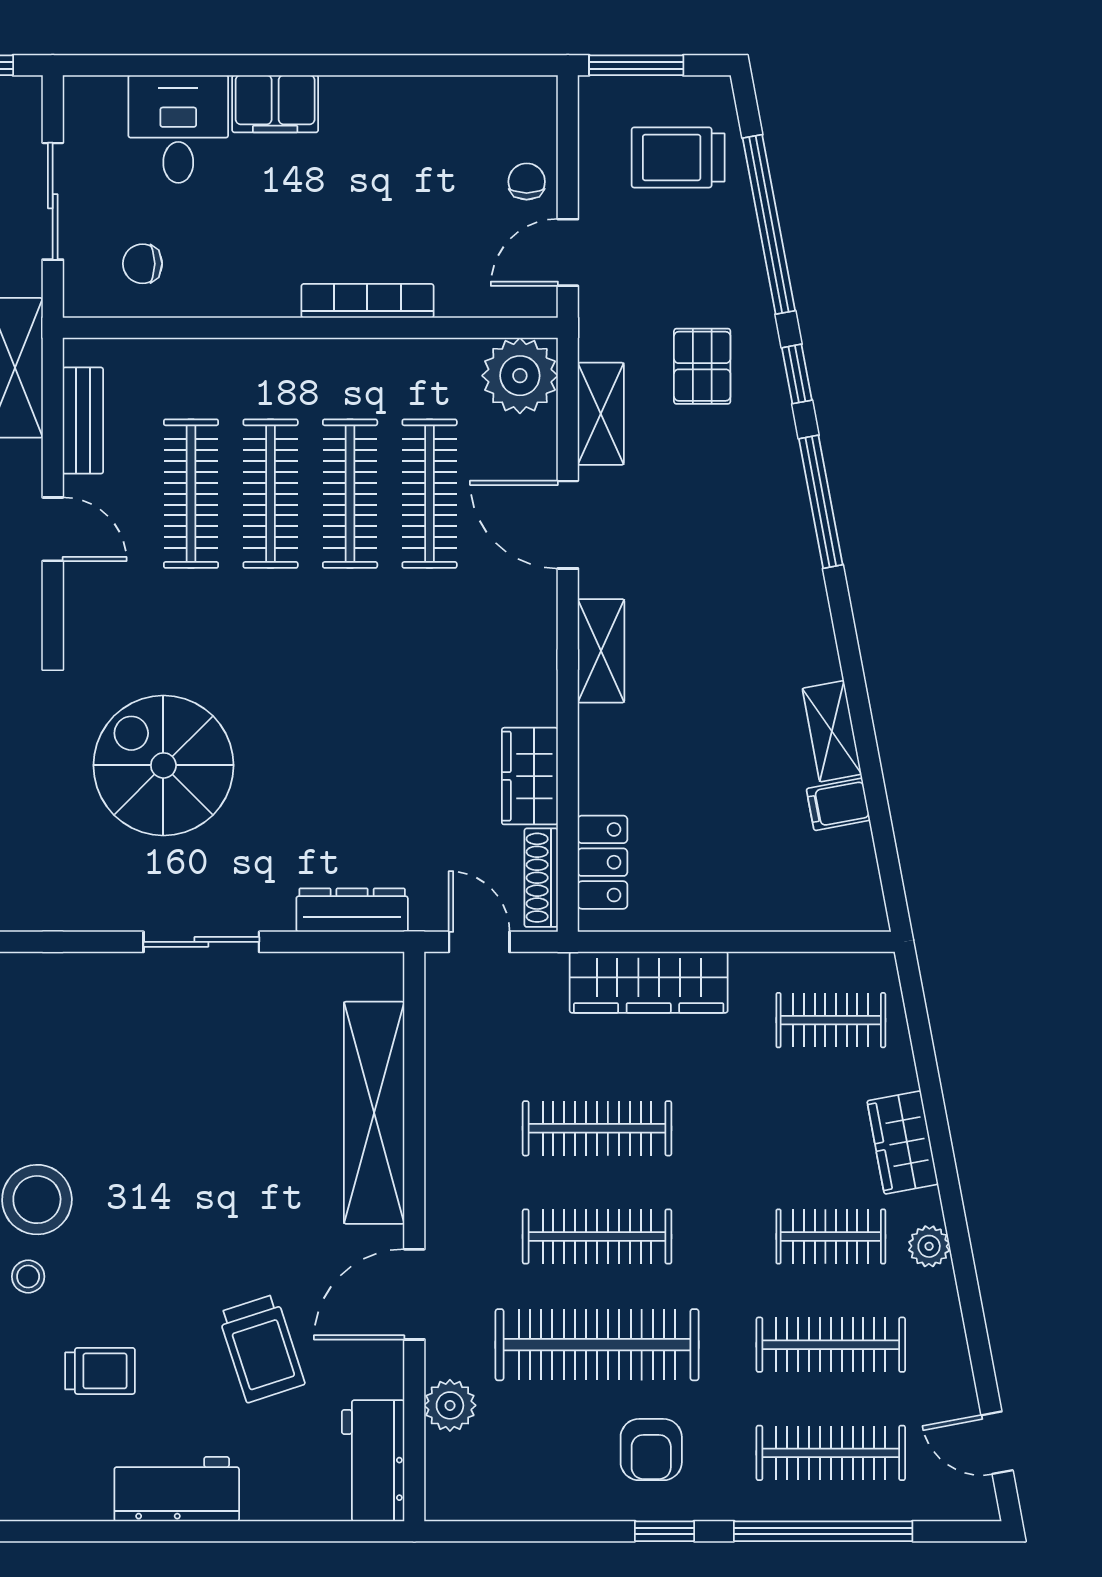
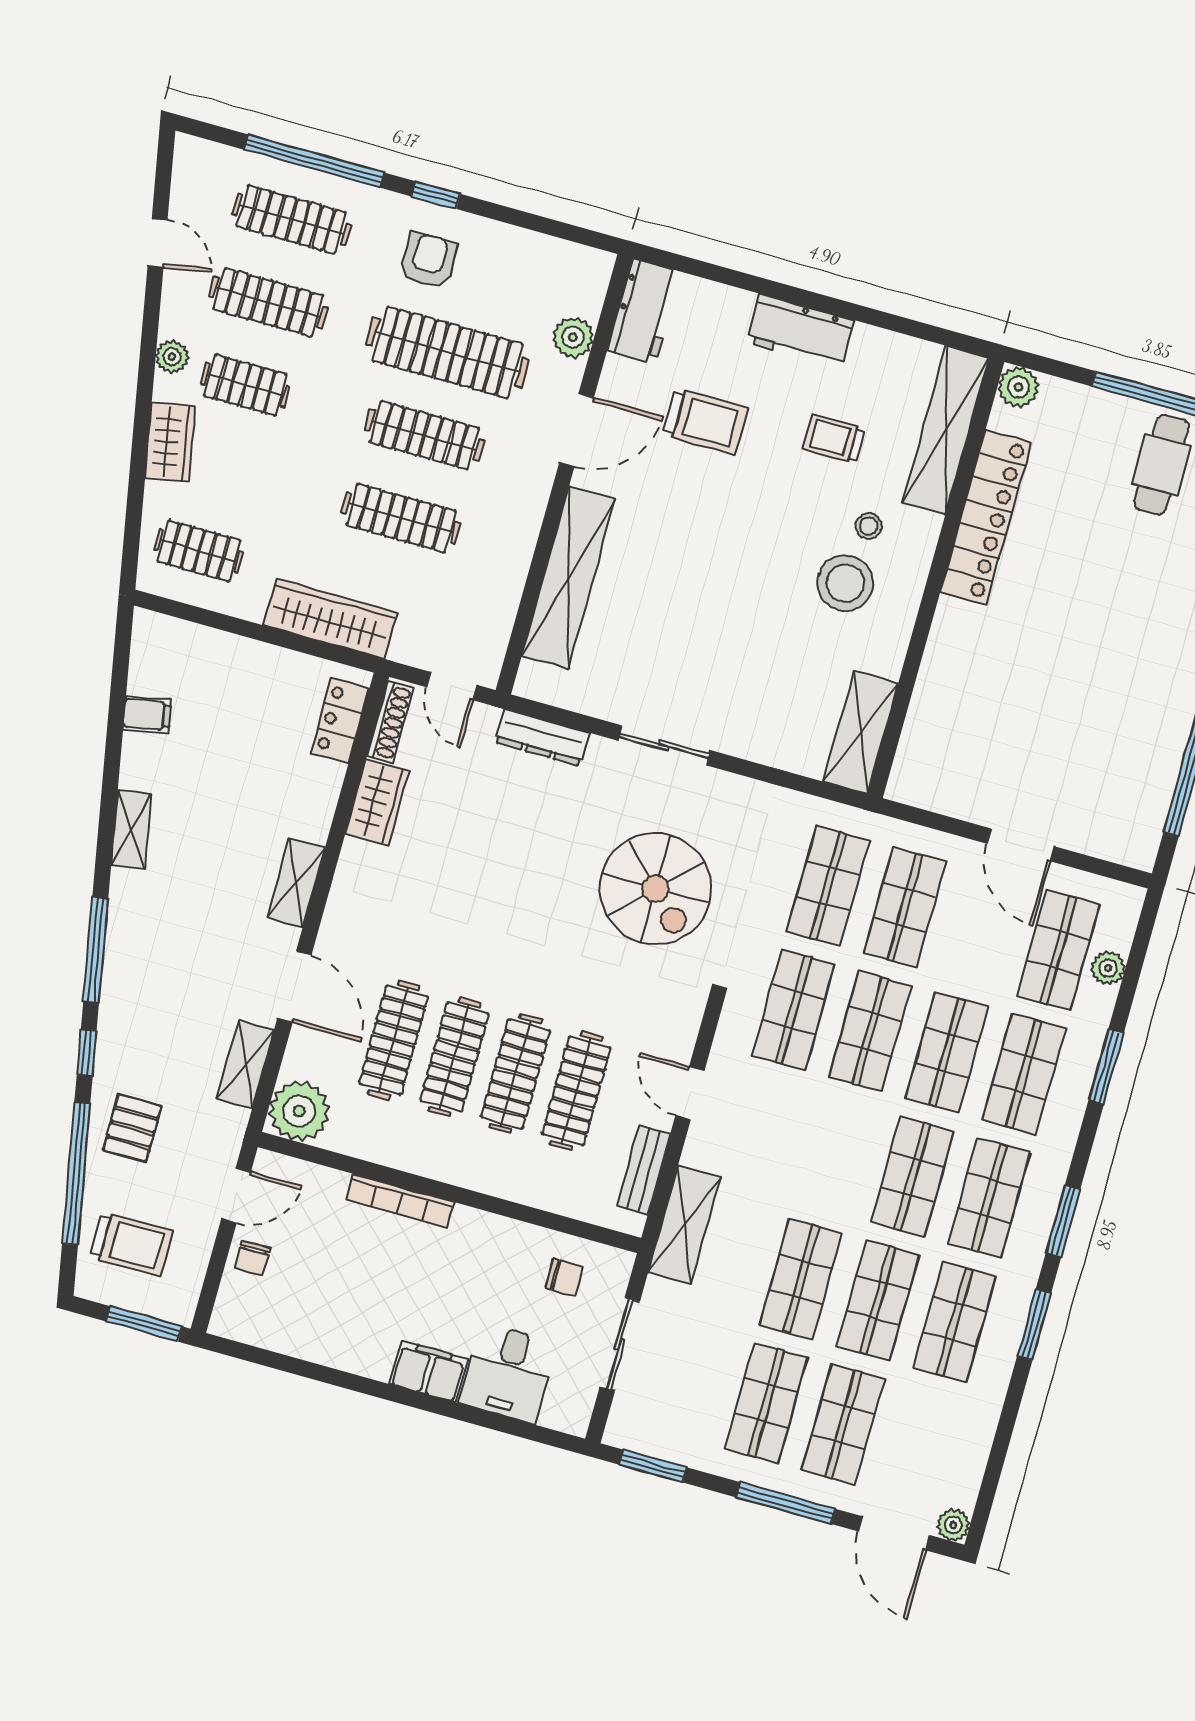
pallet: (702, 366) -> (132, 1128), moved
shelving: (832, 731) -> (131, 830), moved
trolley: (261, 1348) -> (705, 421), turned 108
door: (997, 1443) -> (158, 243), moved

